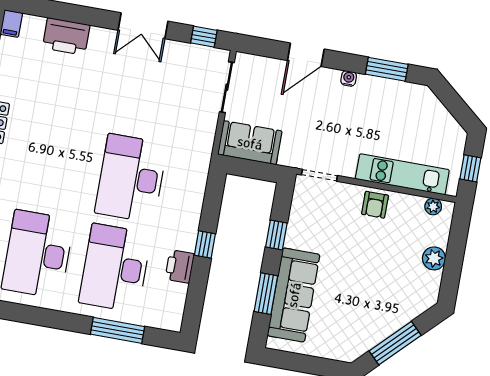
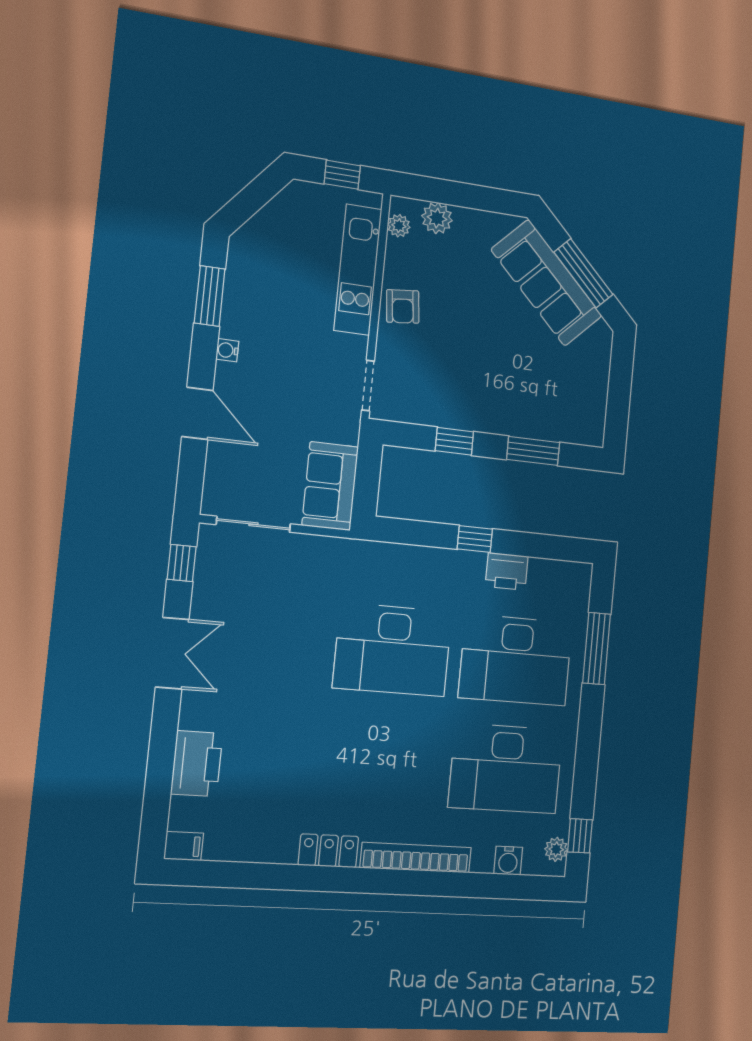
armchair: (375, 205) -> (403, 306), turned 84
plant: (434, 258) -> (437, 218), moved
sofa: (294, 295) -> (547, 283), moved, turned -135

